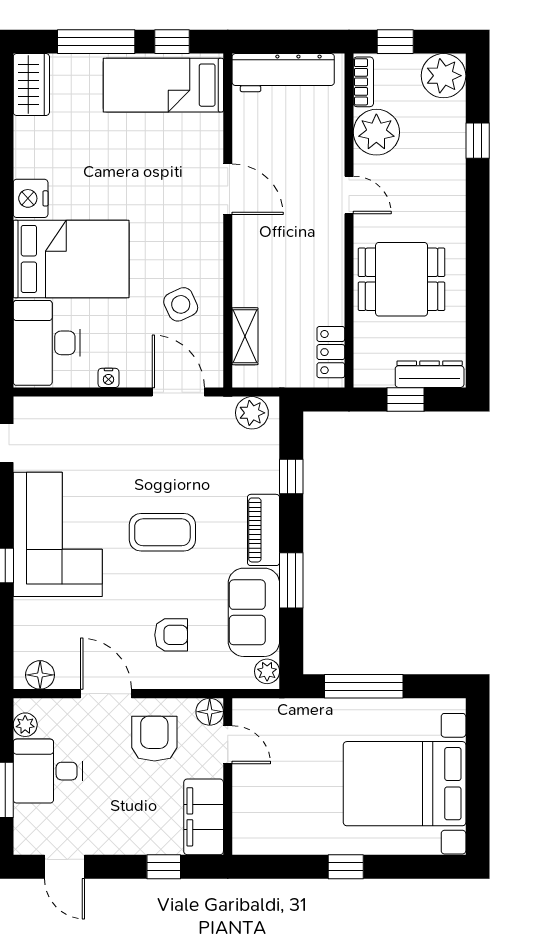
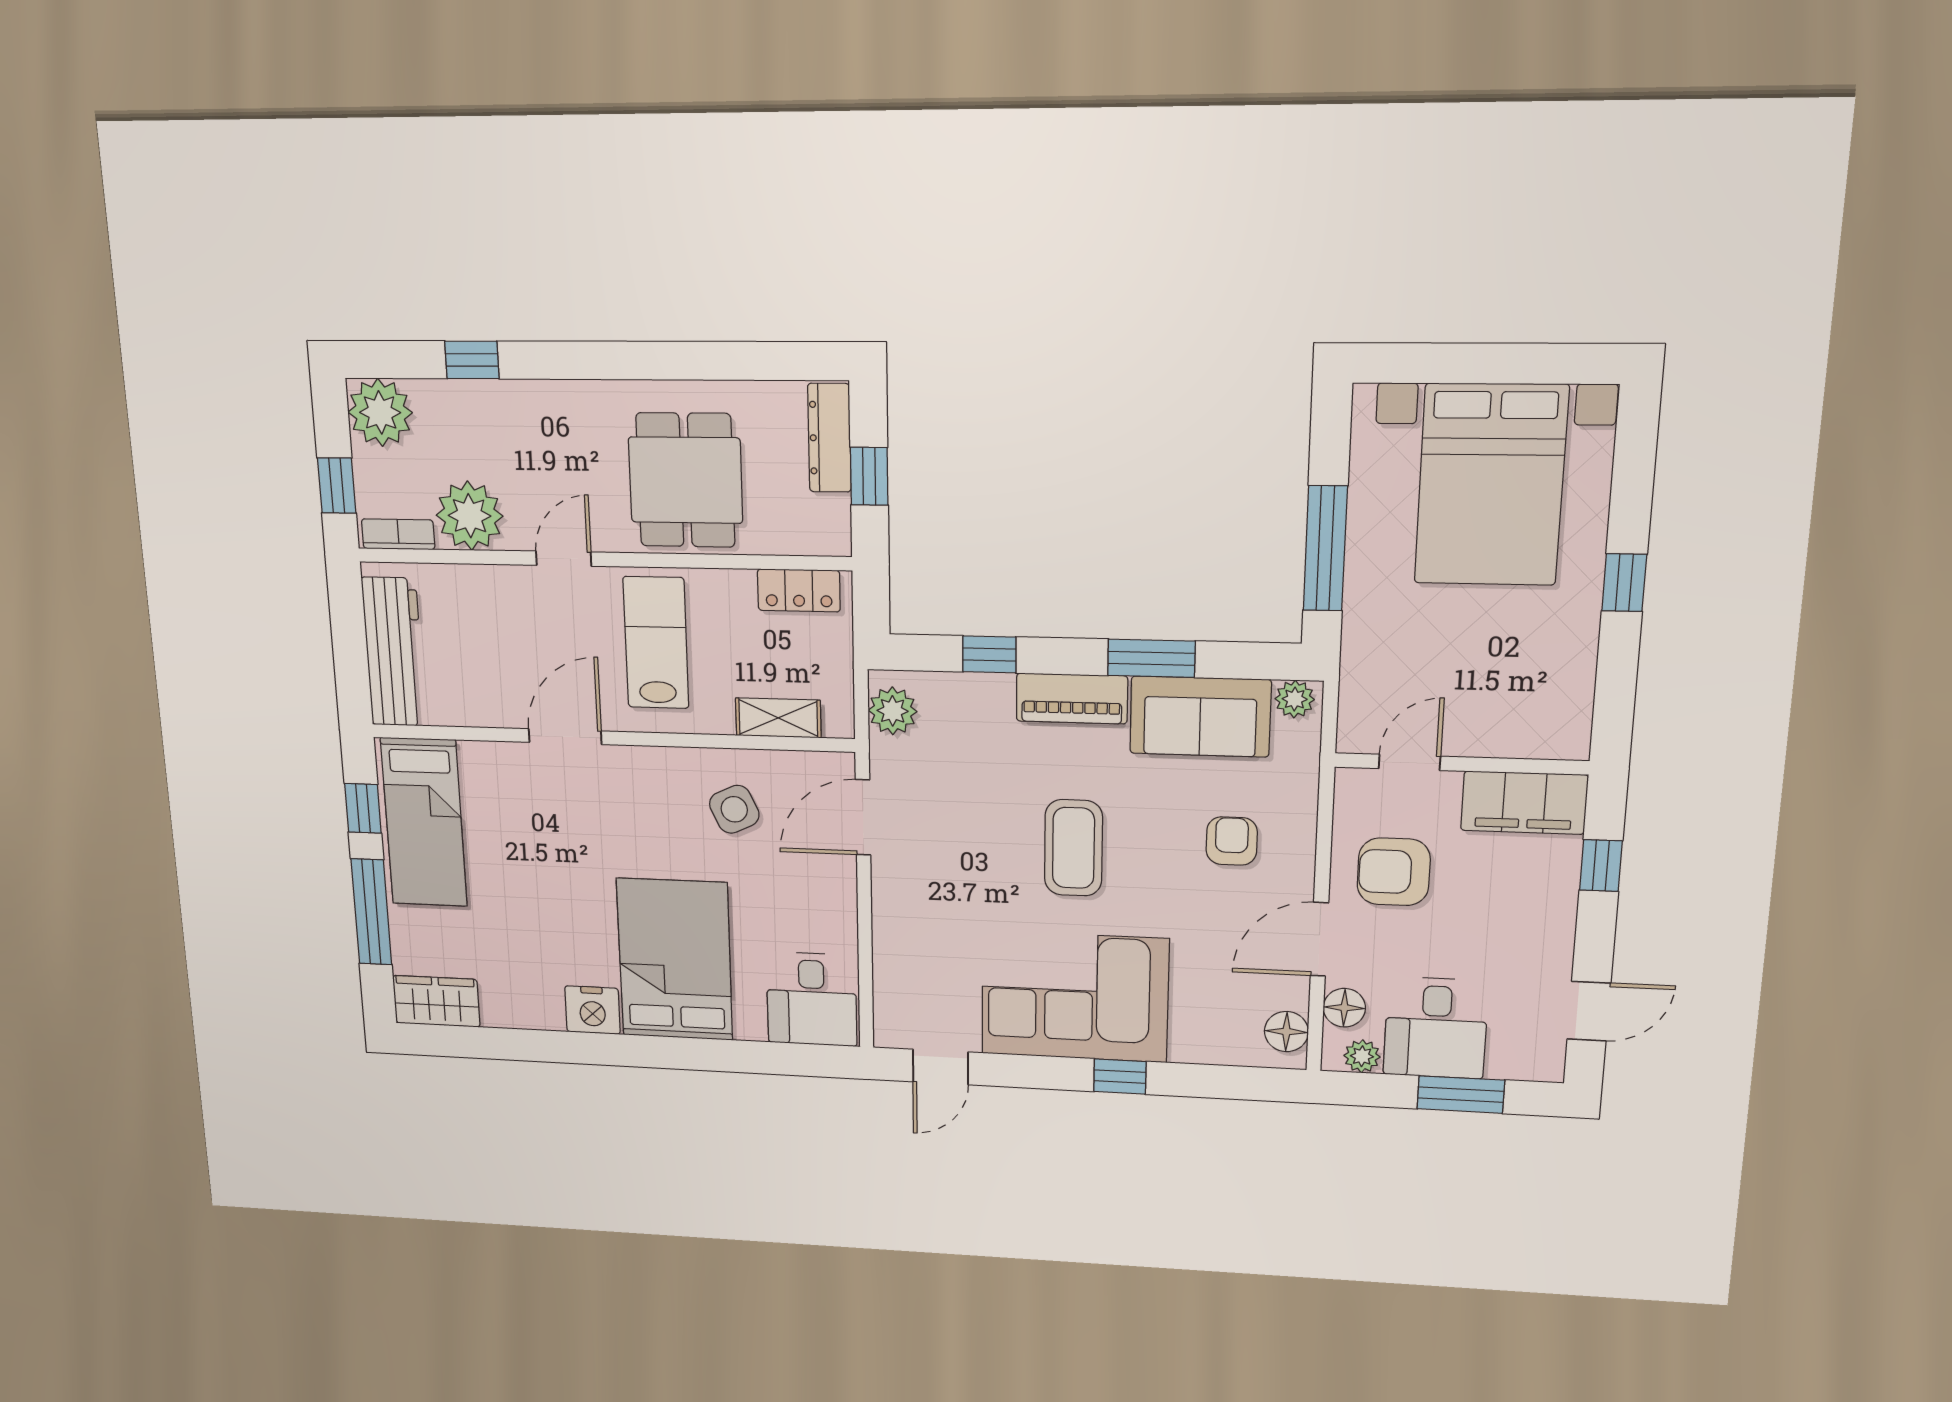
lab bench: (294, 255) -> (656, 643), added
desk: (47, 343) -> (812, 999), width x0.73
nightstand: (108, 378) -> (844, 915), removed
floor lamp: (210, 712) -> (1344, 1008), moved

